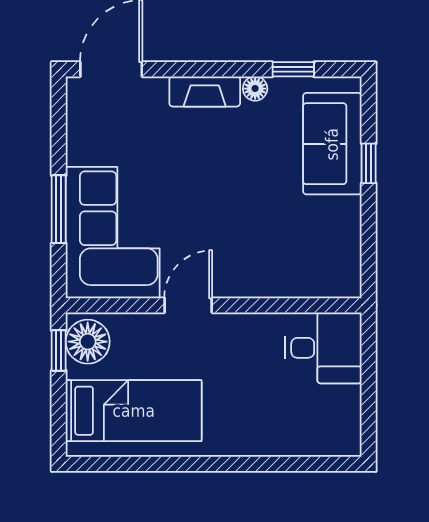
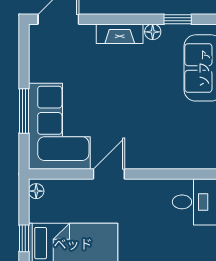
floor lamp: (88, 342) -> (36, 191), width x0.53, depth x0.53
window: (59, 350) -> (24, 238), moved

